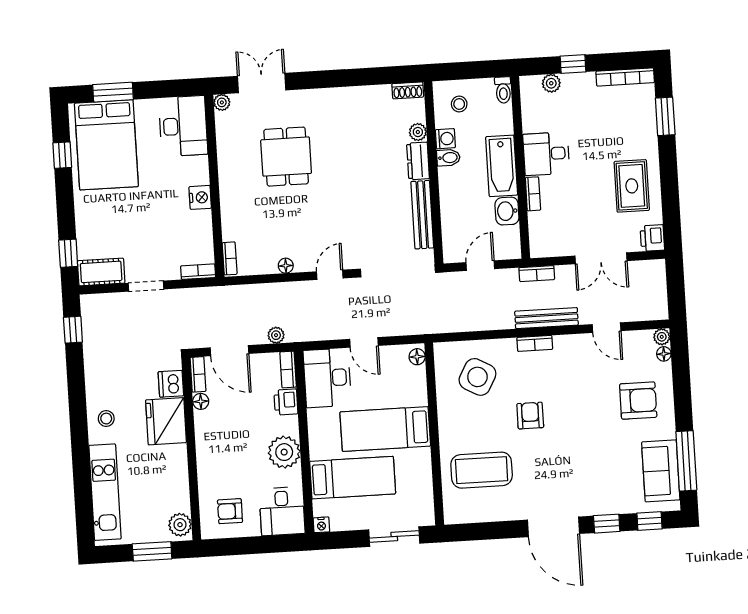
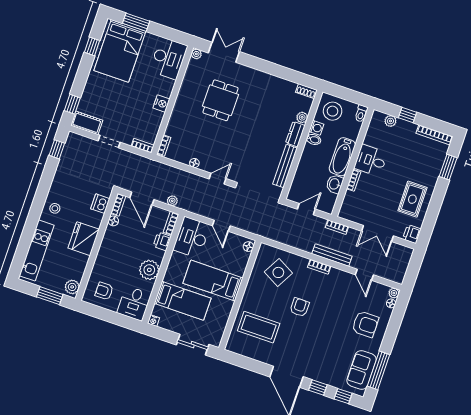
stool: (459, 104) -> (333, 111), width x1.89, depth x1.89
fridge: (166, 421) -> (84, 239), moved

